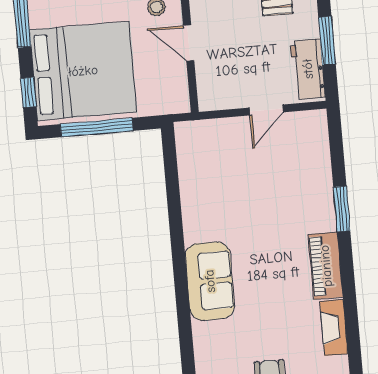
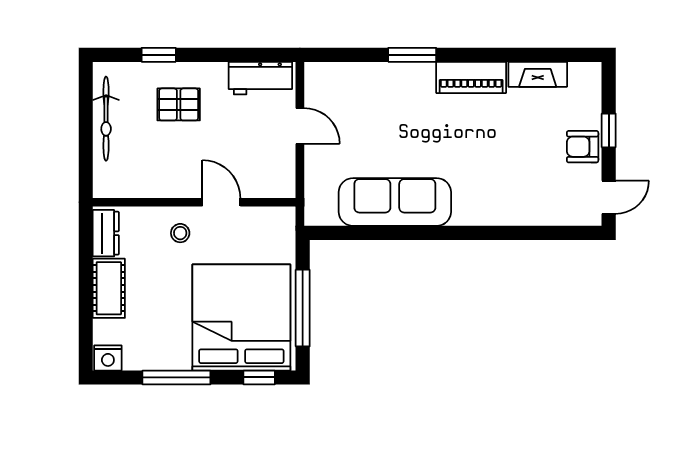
window: (327, 41) -> (232, 55), removed
door: (189, 43) -> (221, 202), swing flipped
sofa: (210, 281) -> (395, 202), moved, width x1.36

